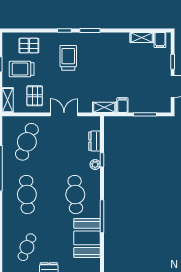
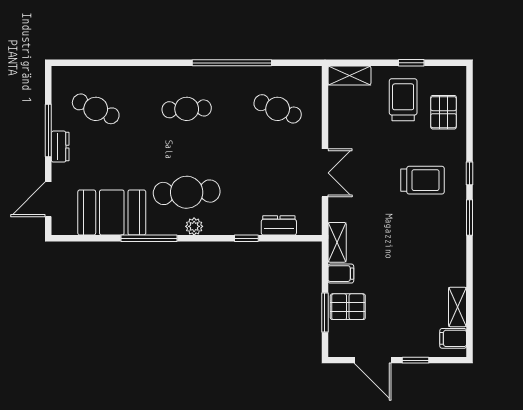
pallet: (35, 96) -> (348, 307), moved
cafe table: (27, 142) -> (278, 109), width x0.73, depth x0.74
plant: (95, 165) -> (194, 226), moved
cafe table: (27, 195) -> (187, 109), width x0.73, depth x0.74

